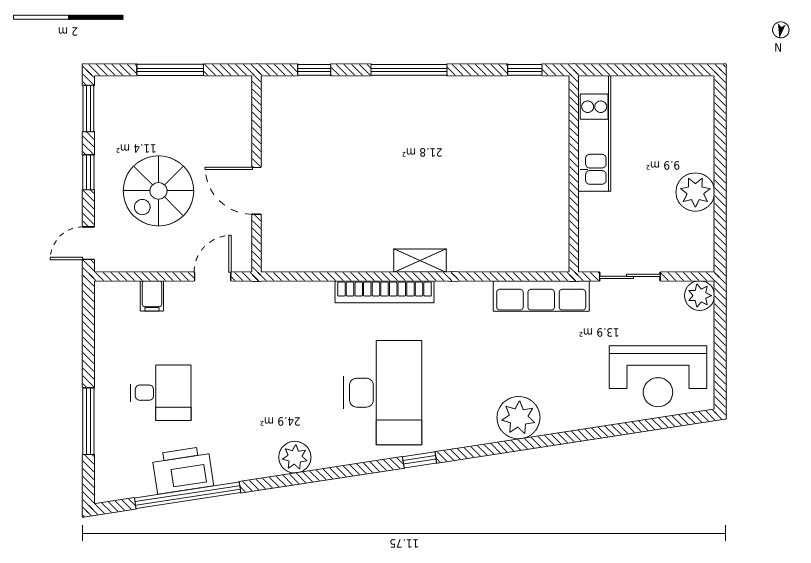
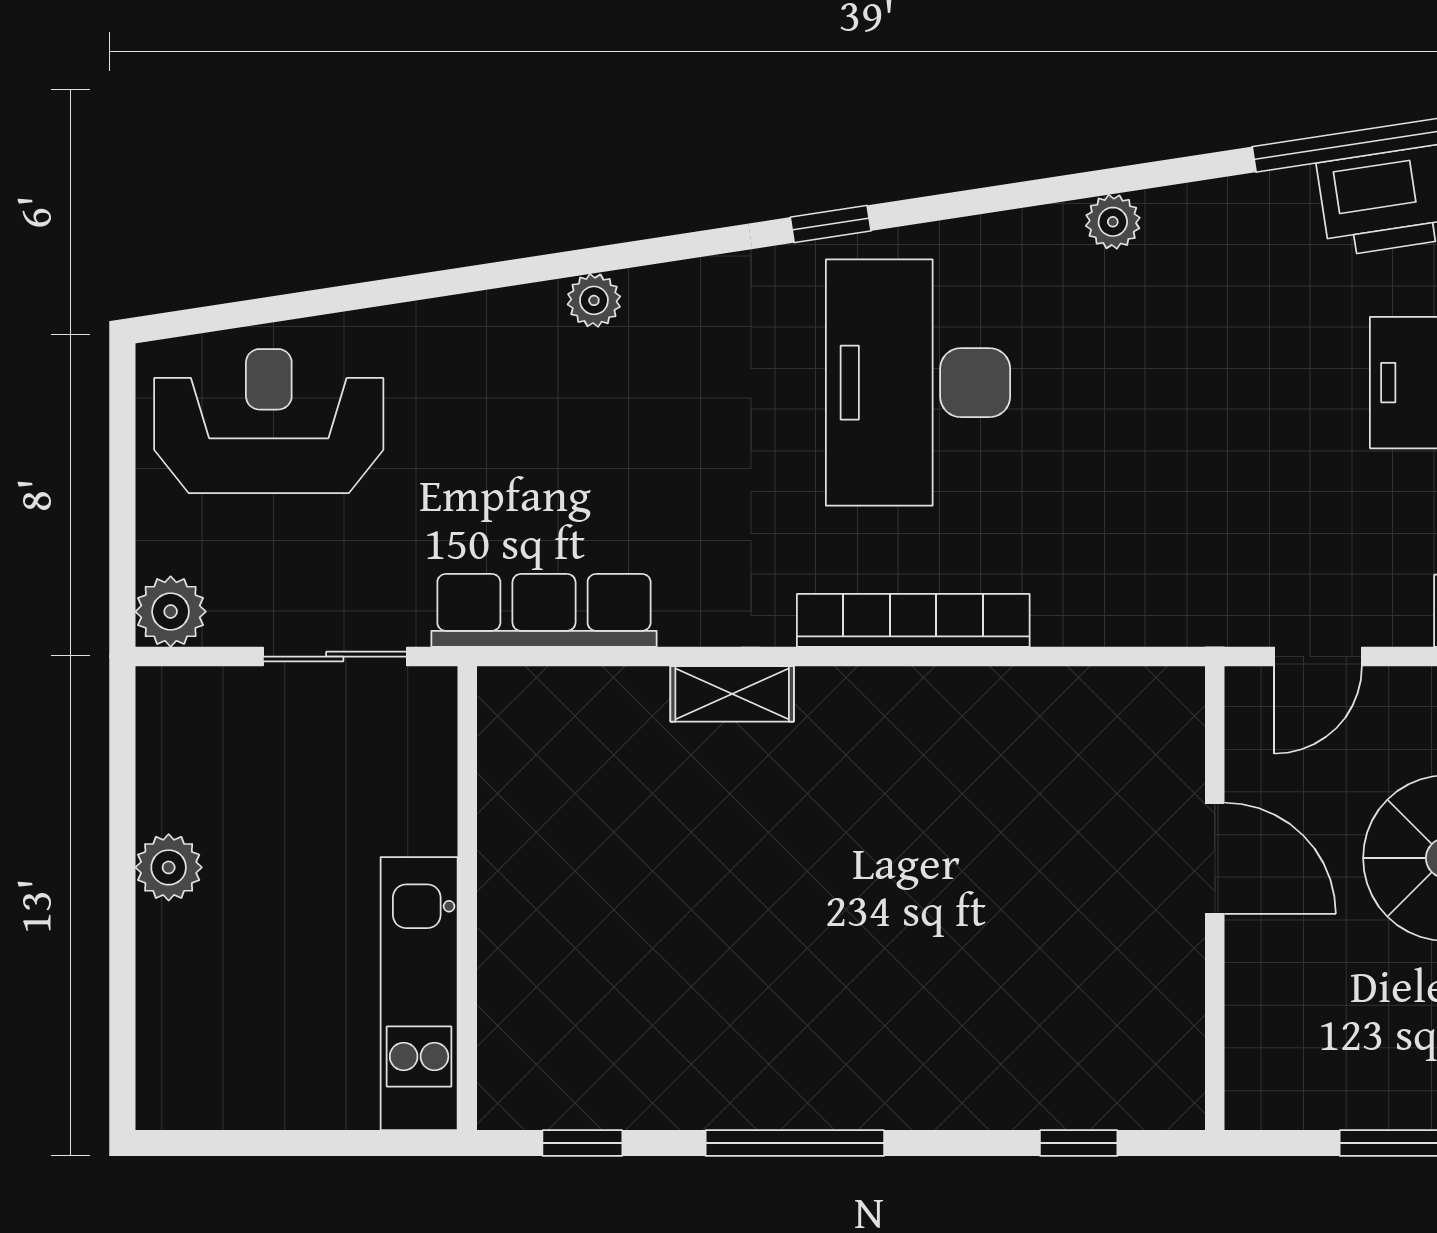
window: (409, 70) -> (795, 1143), moved
plant: (695, 192) -> (169, 867), width x0.73, depth x0.73
shelving: (420, 261) -> (732, 694), moved
plant: (518, 418) -> (594, 300), width x0.53, depth x0.53
plant: (295, 457) -> (1113, 222), width x0.73, depth x0.73

